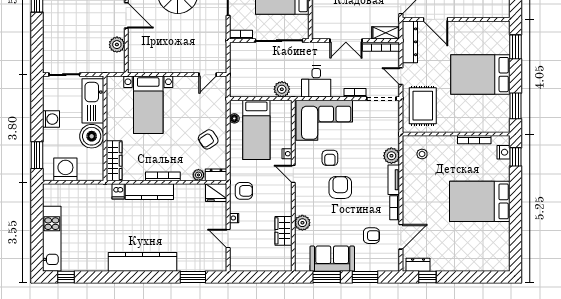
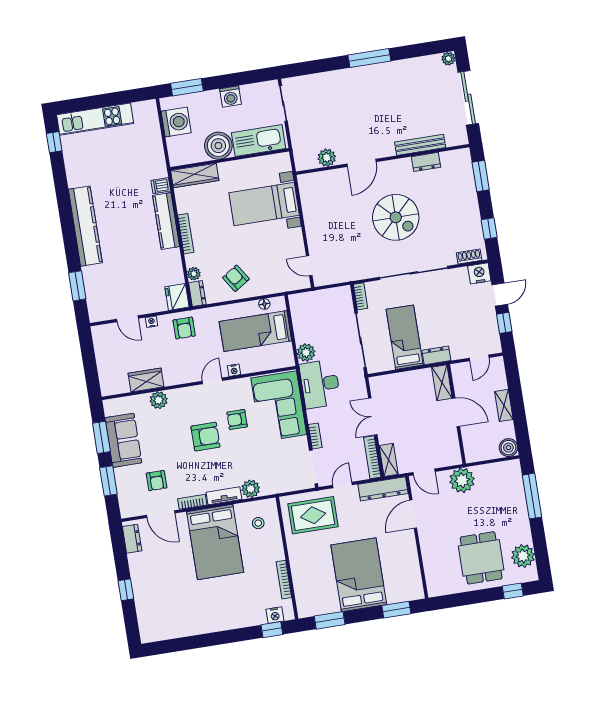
desk: (316, 82) -> (320, 384), width x1.37
bed: (480, 201) -> (215, 542), moved, turned 180
door: (228, 238) -> (127, 319), swing flipped
window: (427, 277) -> (126, 590), moved

